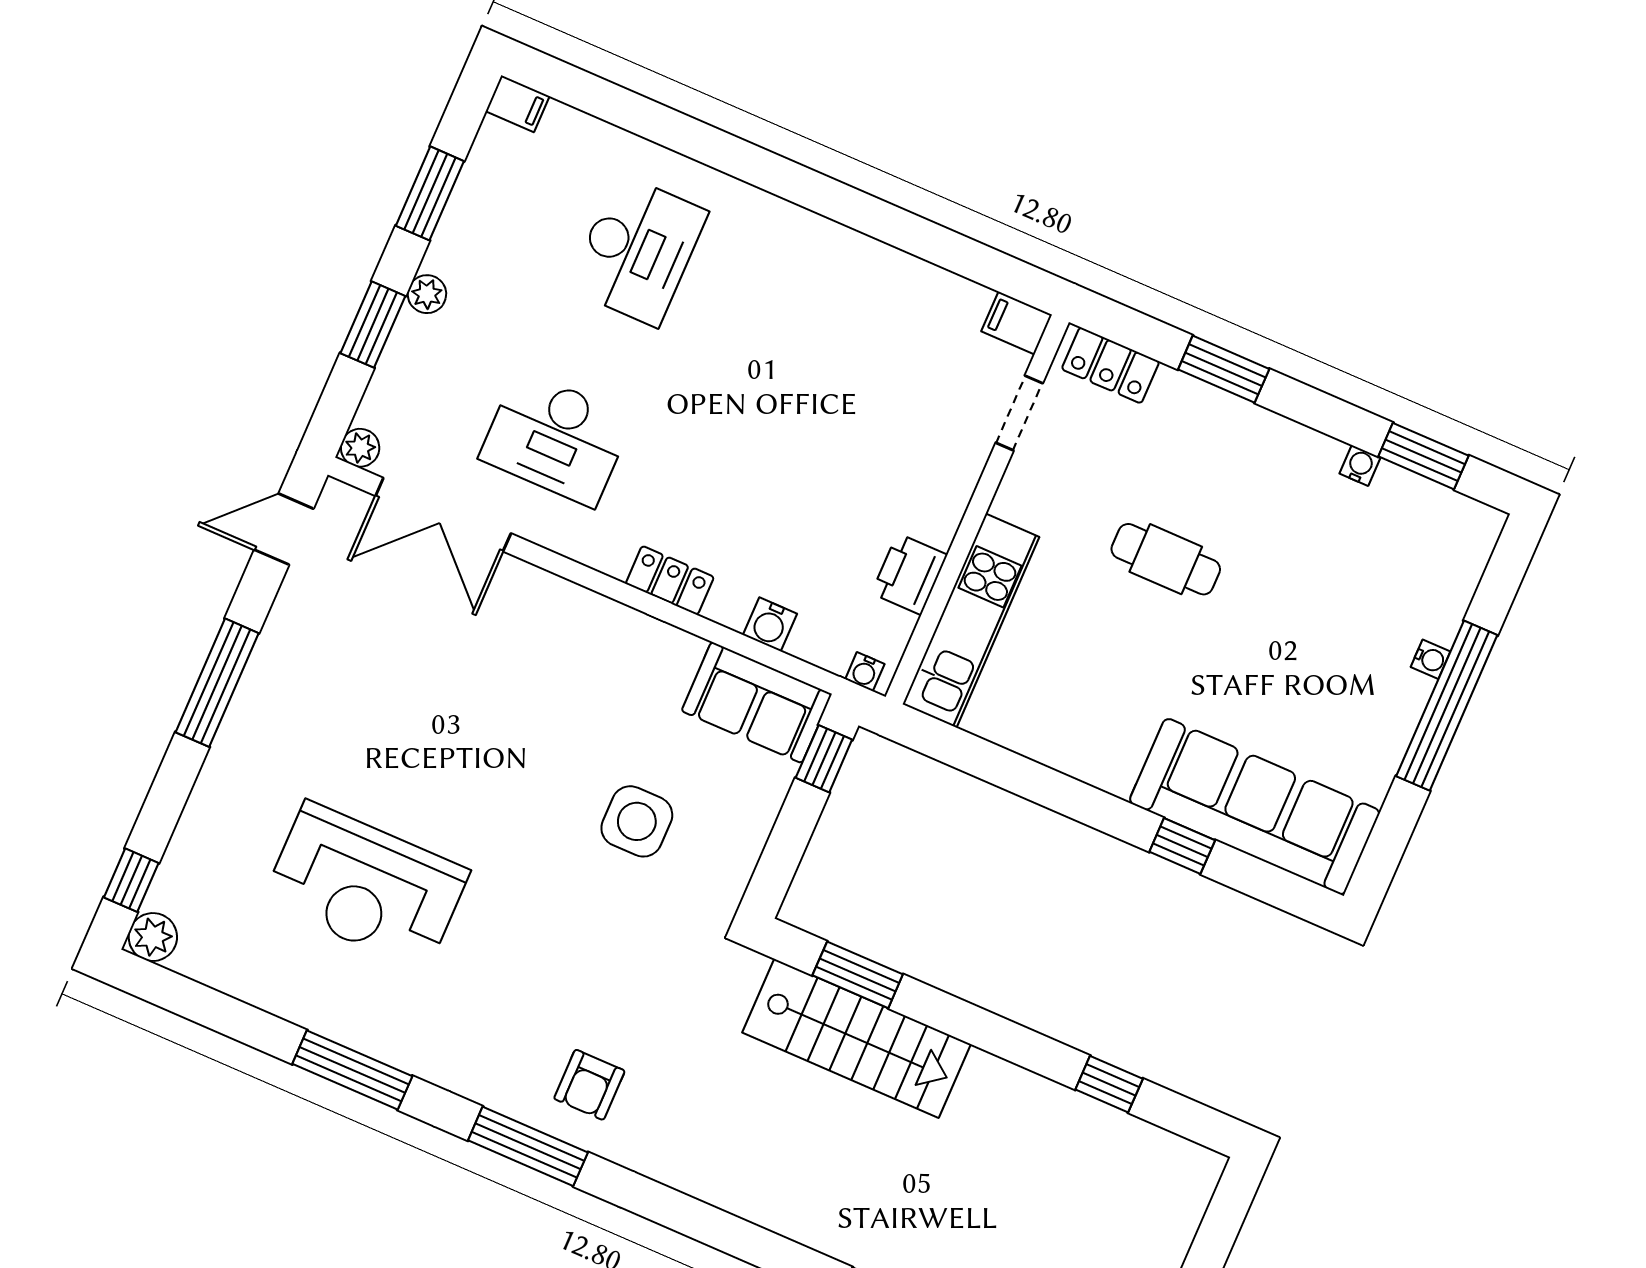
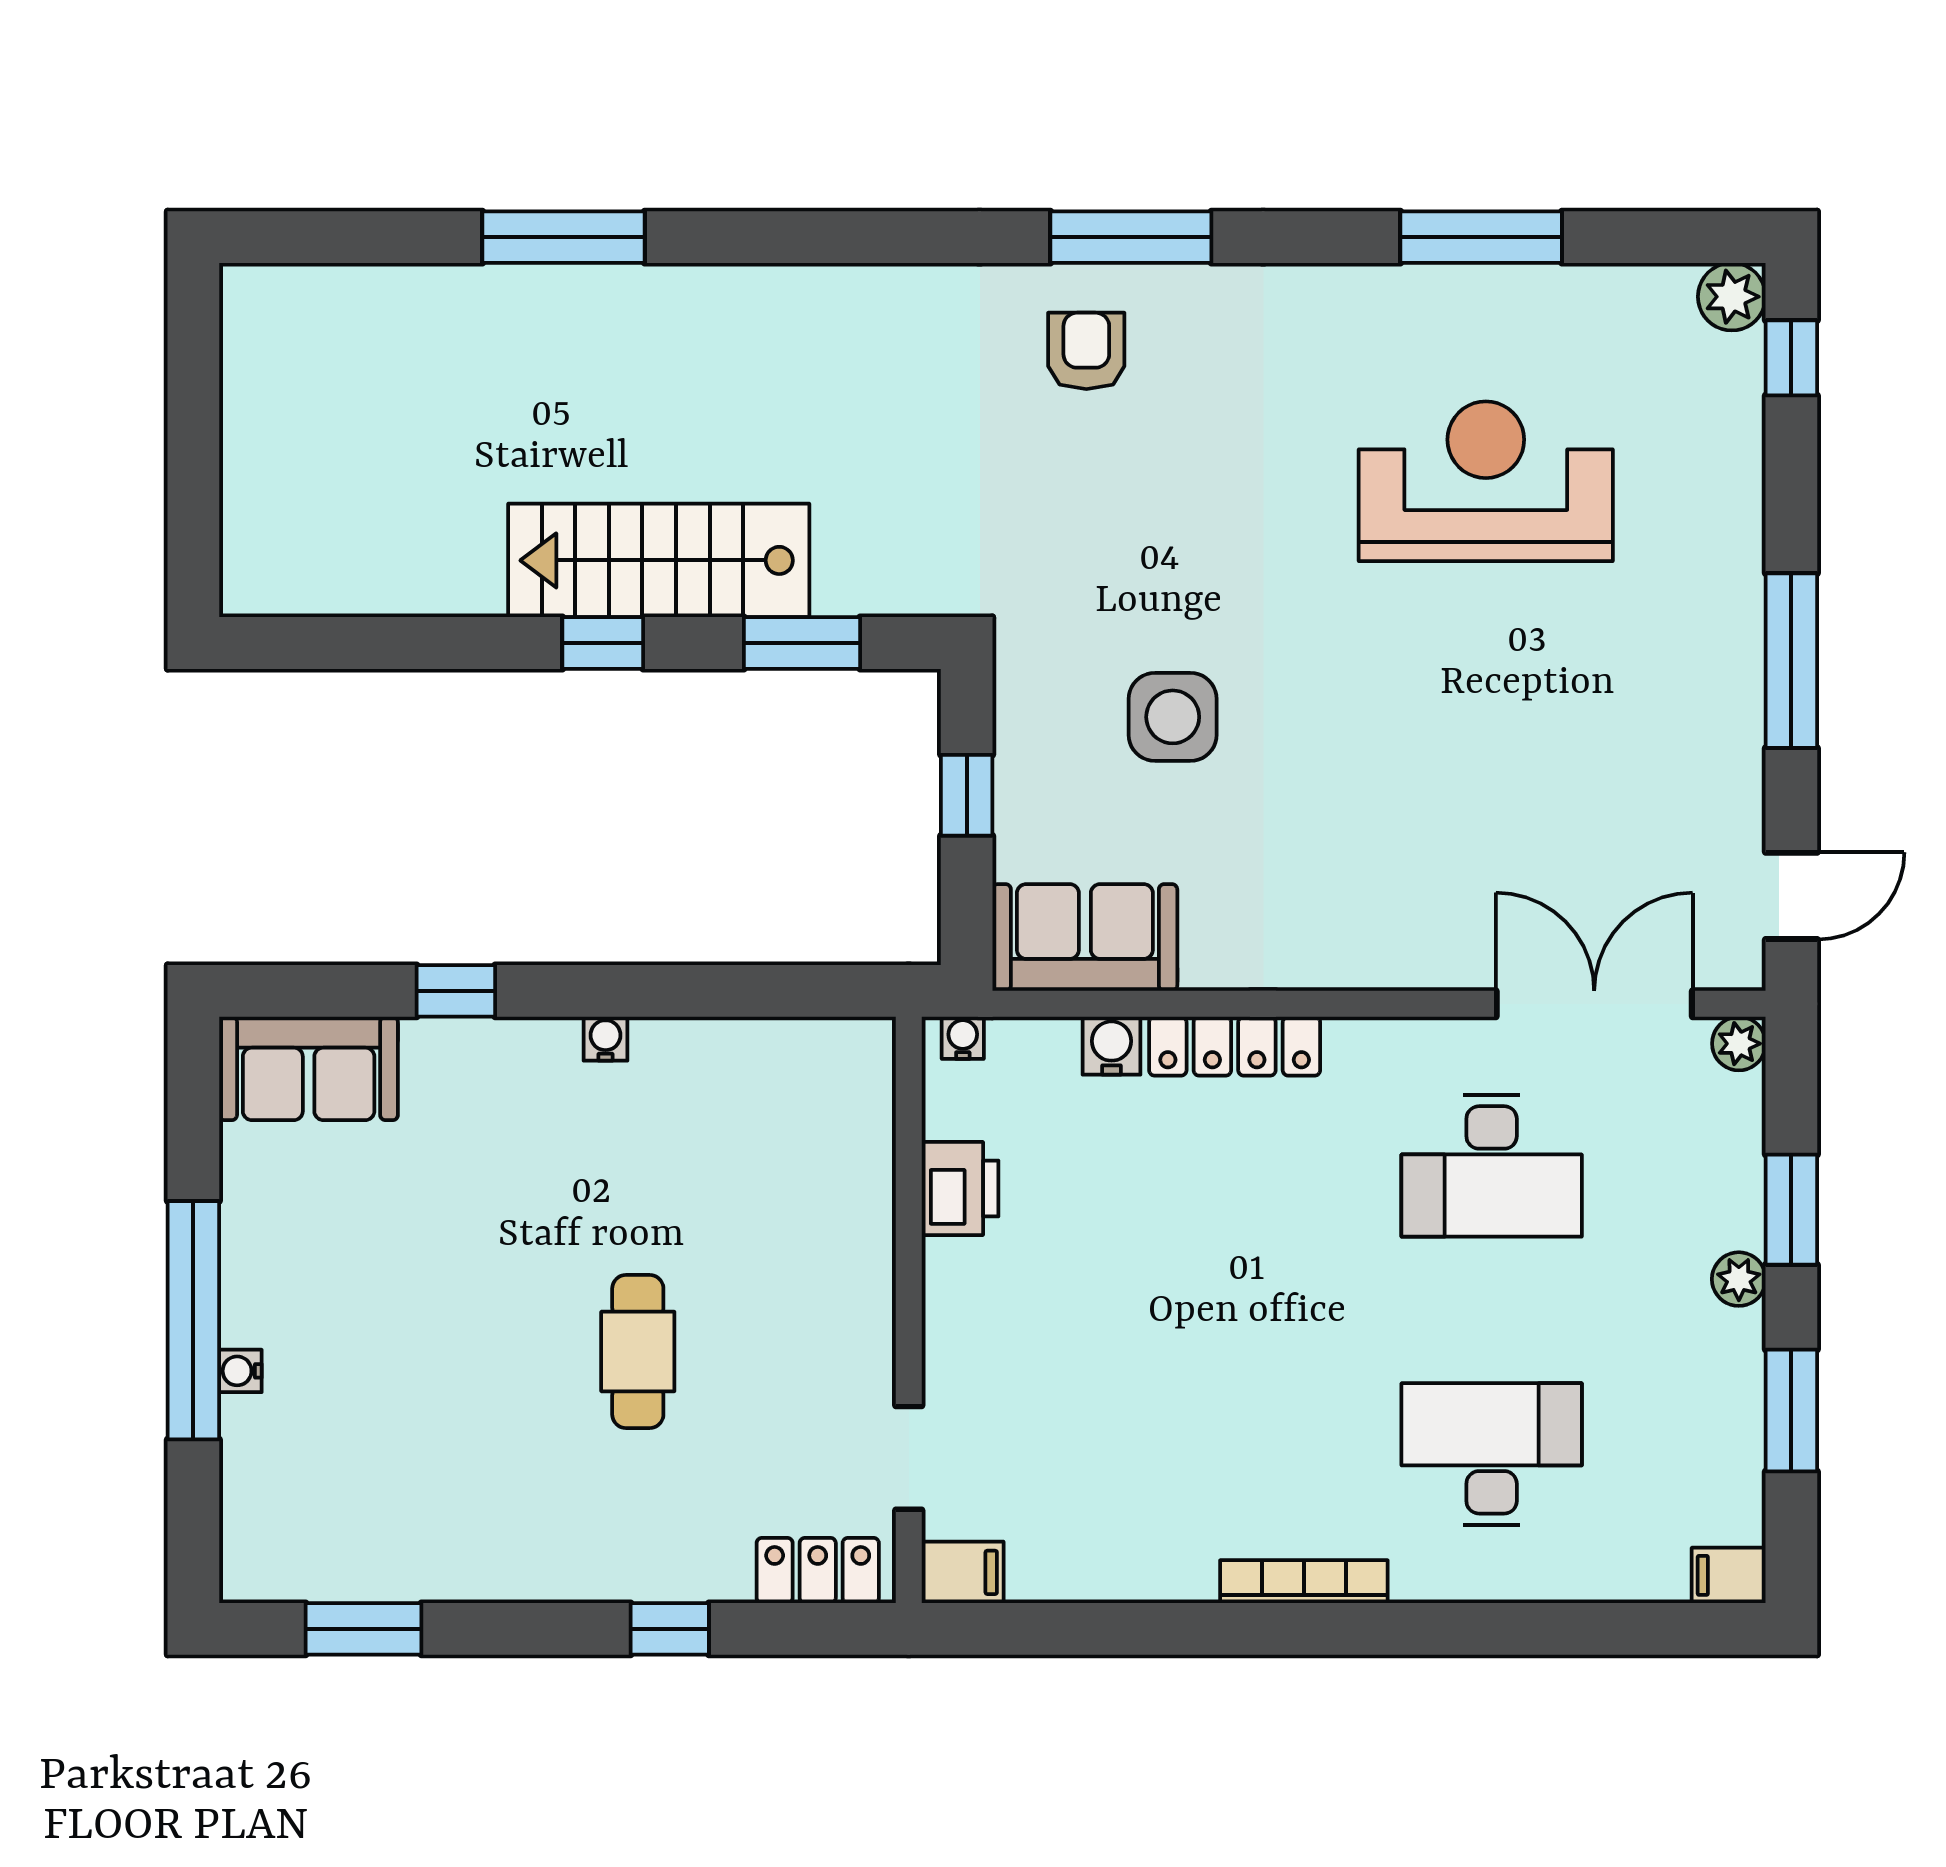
bookcase: (796, 220) -> (1304, 1582), added
desk: (638, 250) -> (1492, 1454), turned 90
window: (1224, 369) -> (670, 1629), width x0.67
desk: (556, 438) -> (1492, 1166), turned 180
water cooler: (1360, 466) -> (606, 1039), moved, turned 180
cafe table: (1166, 559) -> (638, 1352), turned 90
locker: (670, 580) -> (1235, 1046), width x1.53
kitchen unit: (971, 621) -> (855, 1163), removed
window: (824, 759) -> (967, 795), moved
sofa: (1255, 807) -> (309, 1068), width x0.54, depth x0.79
stairs: (857, 1038) -> (659, 560), moved
window: (352, 1070) -> (1481, 237), moved
window: (1109, 1084) -> (603, 643), moved

